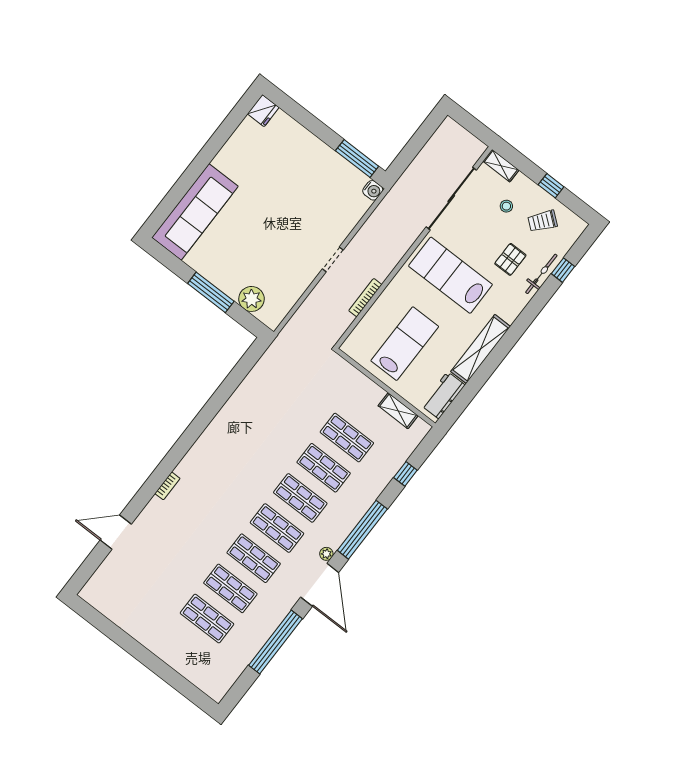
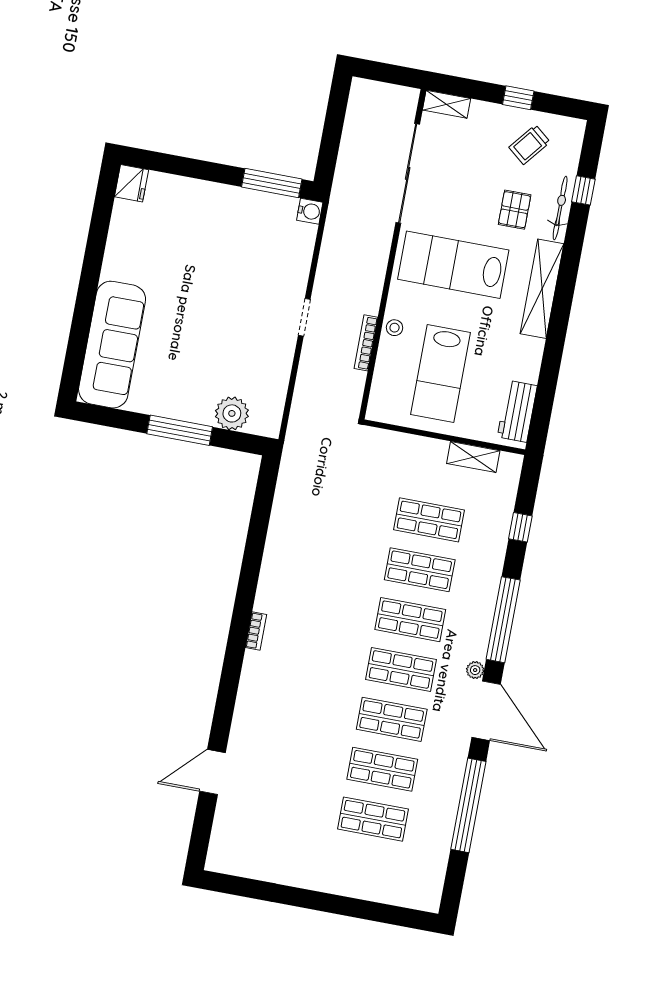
stool: (506, 206) -> (395, 328), moved
lab bench: (405, 344) -> (441, 373), turned 180
shelving: (481, 349) -> (542, 289), moved
bookcase: (167, 486) -> (256, 631), moved

